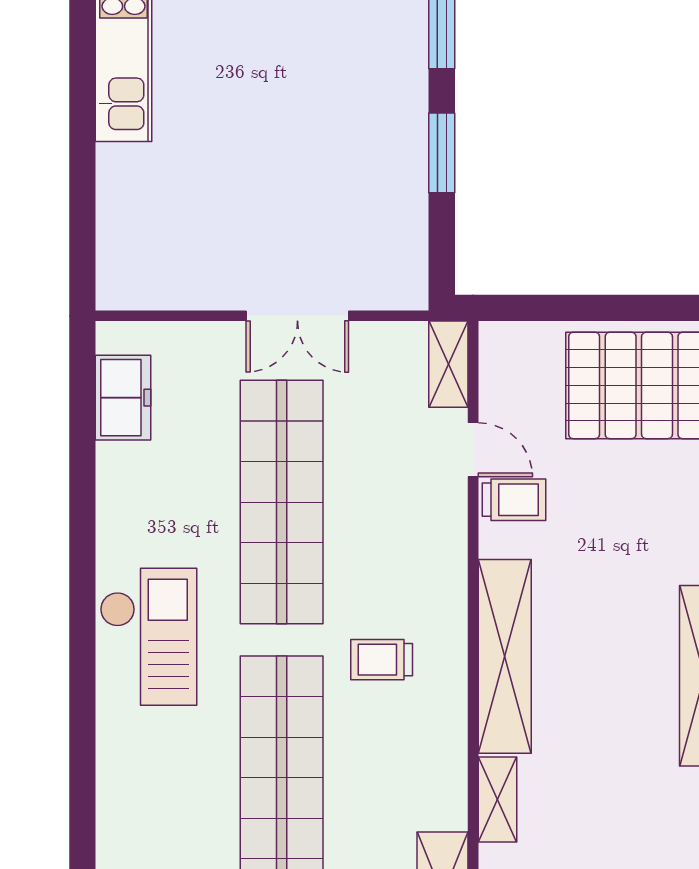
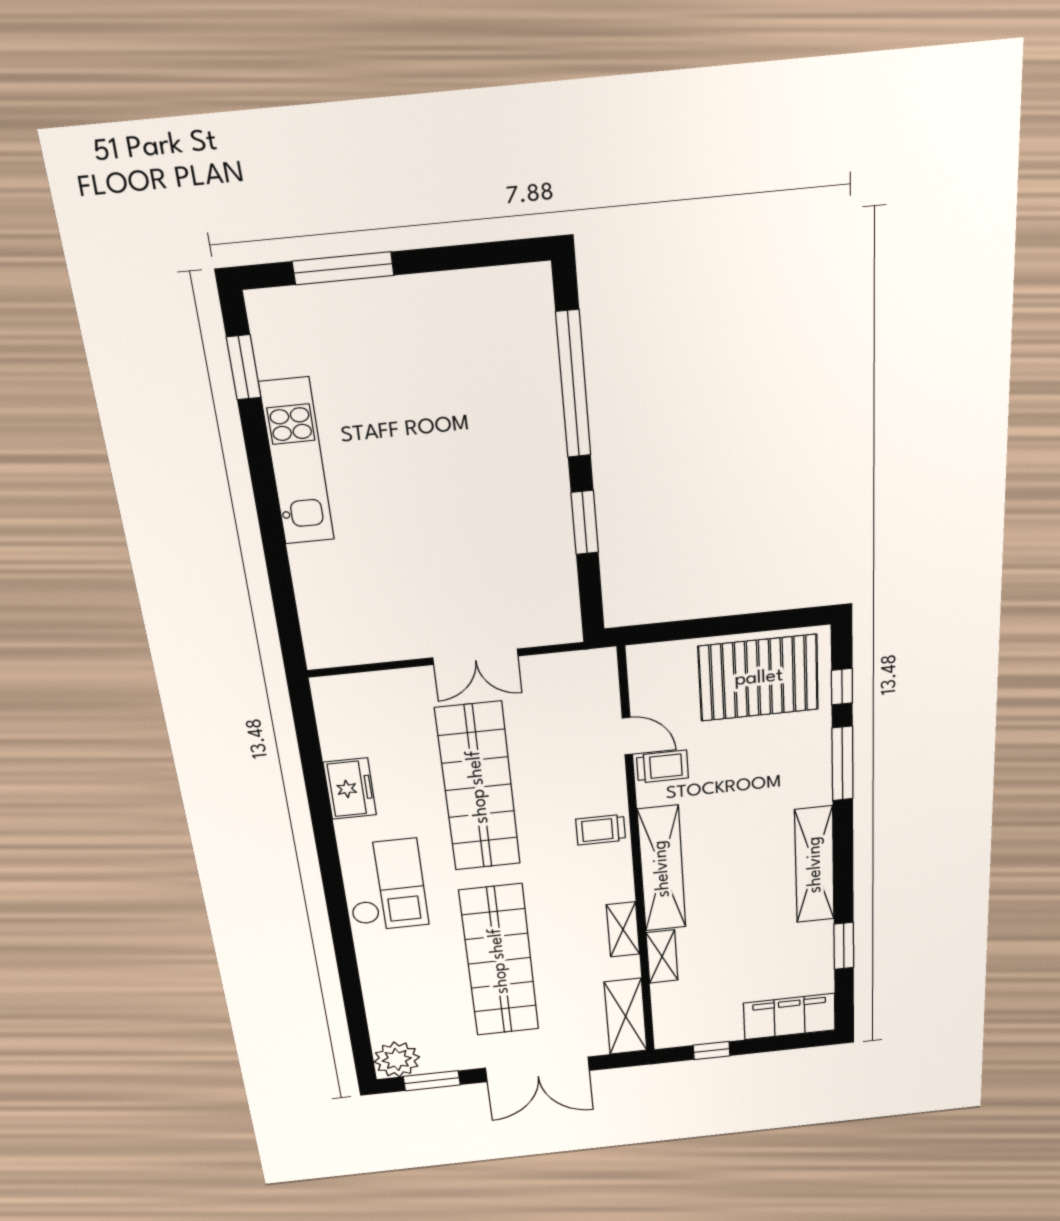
shelving: (448, 364) -> (623, 929), moved
freezer: (123, 398) -> (350, 789), moved
trolley: (382, 660) -> (601, 830), moved

